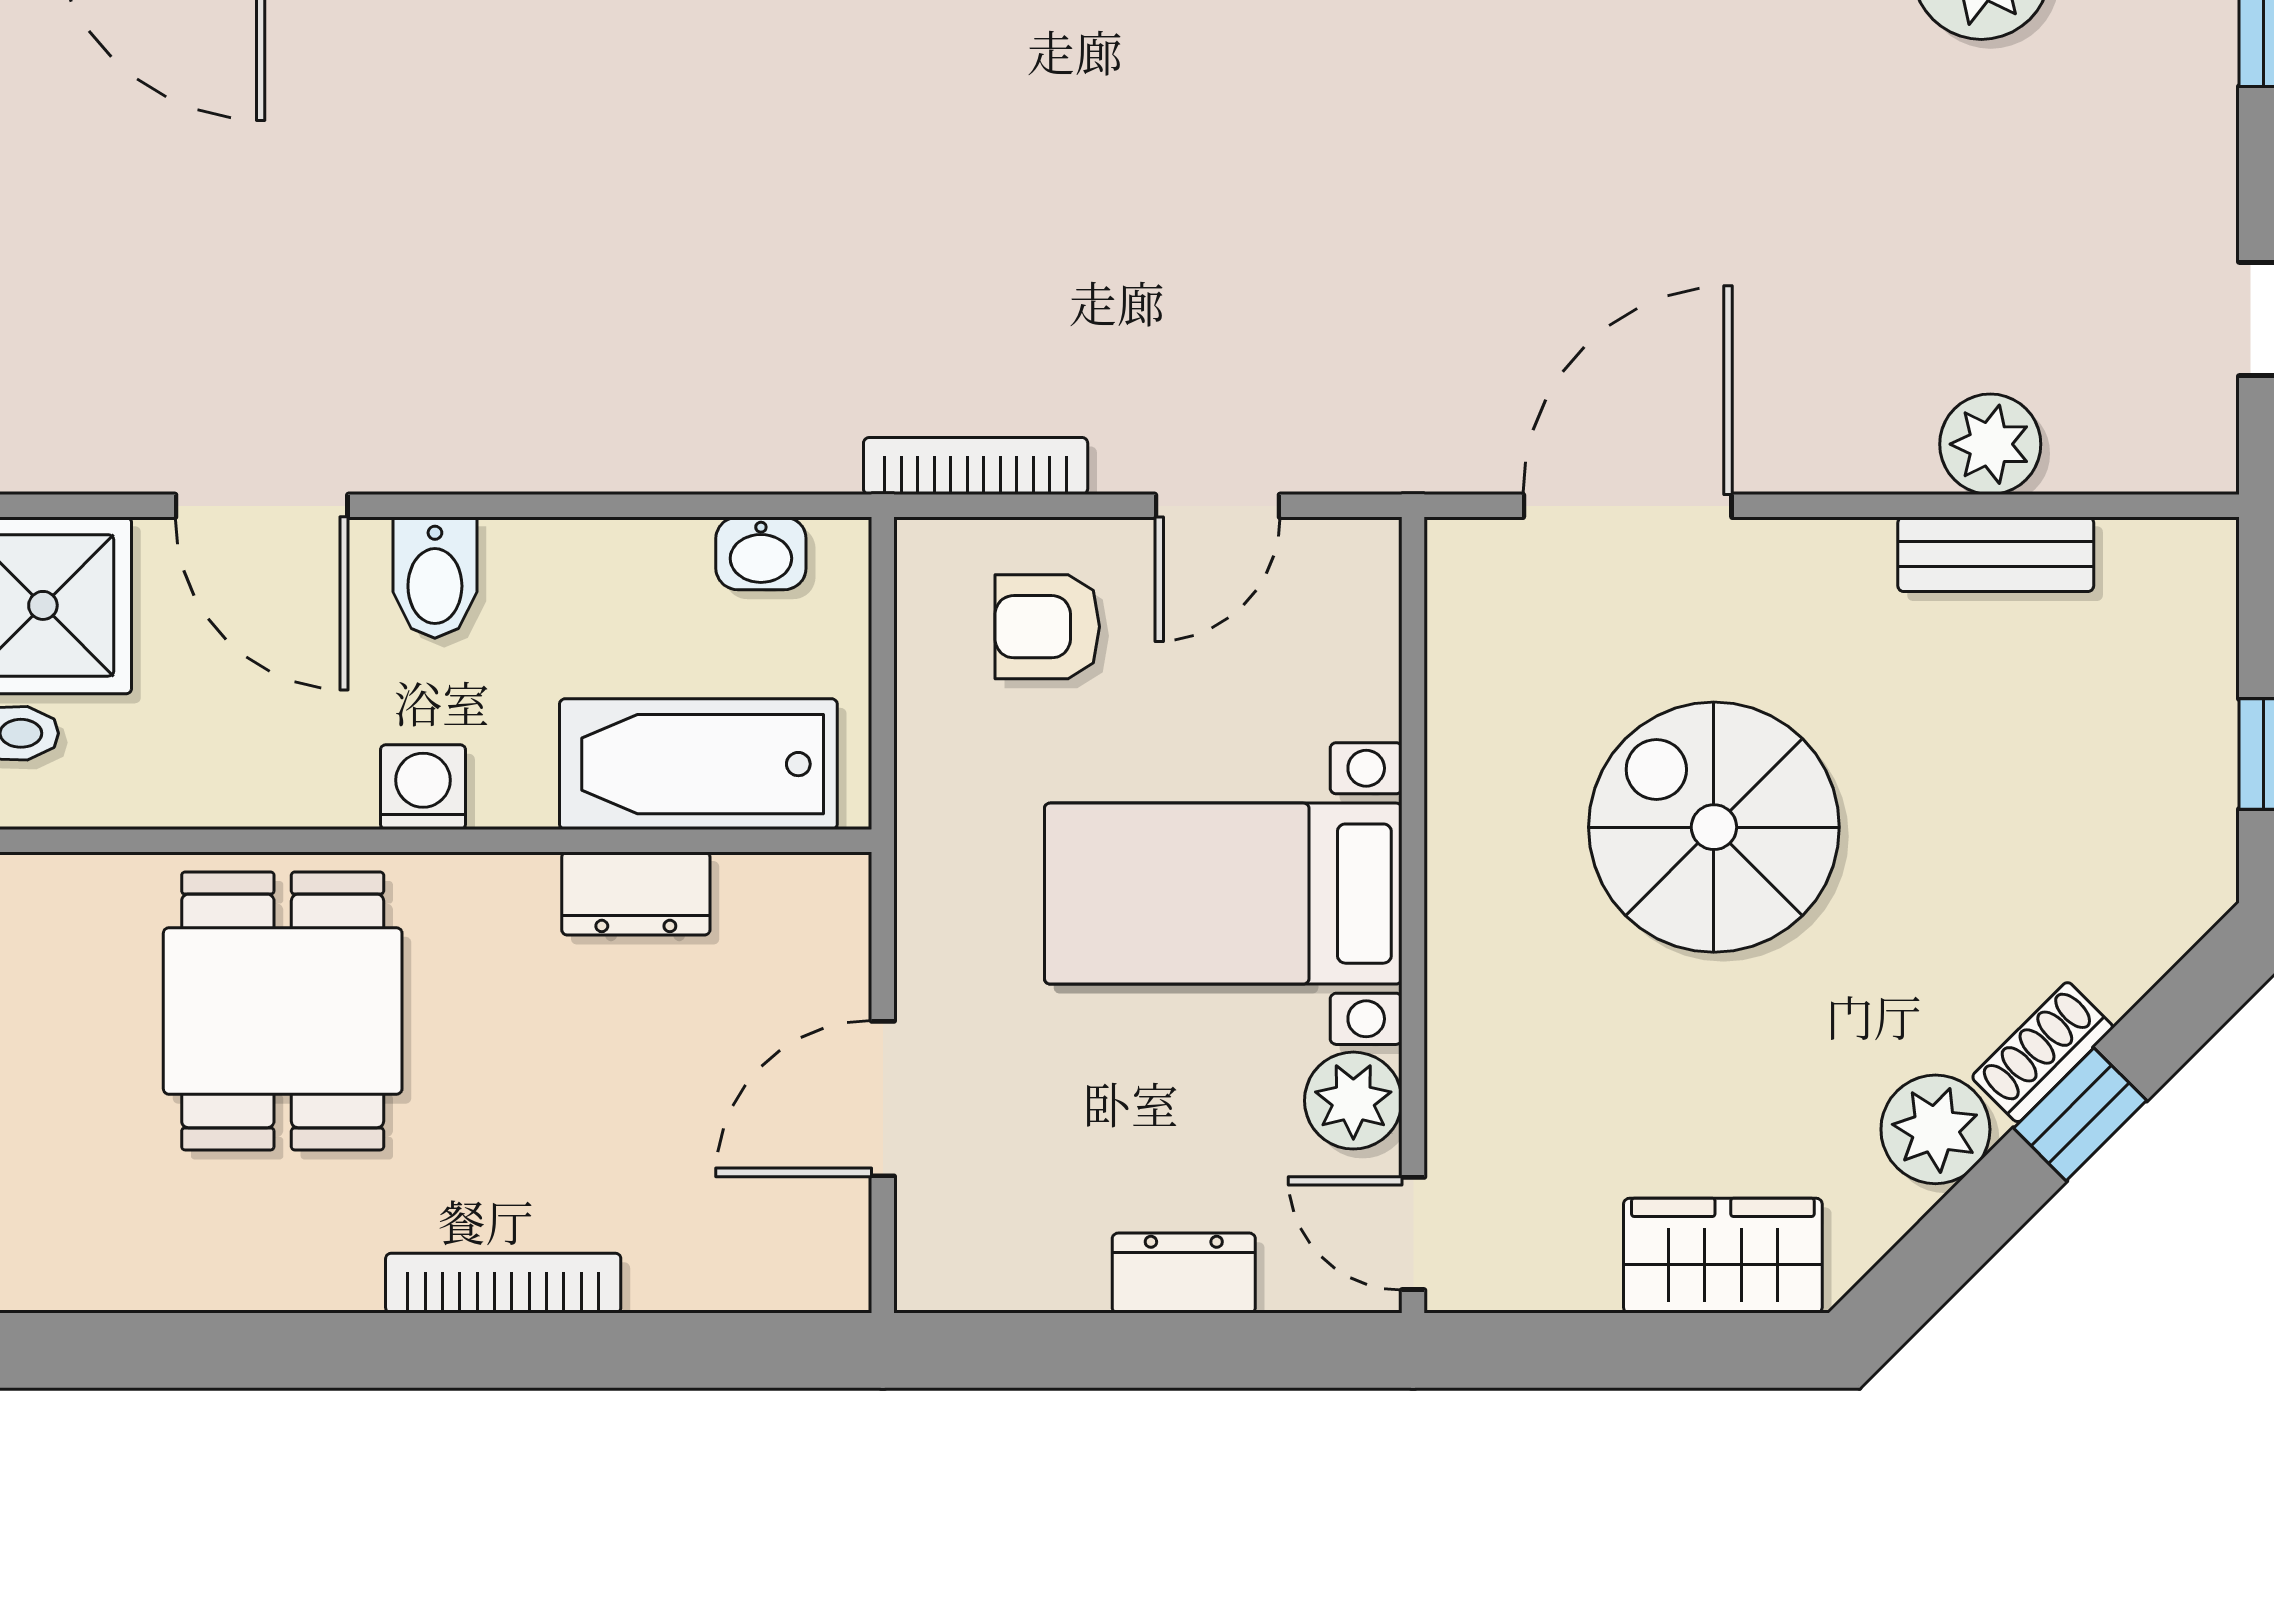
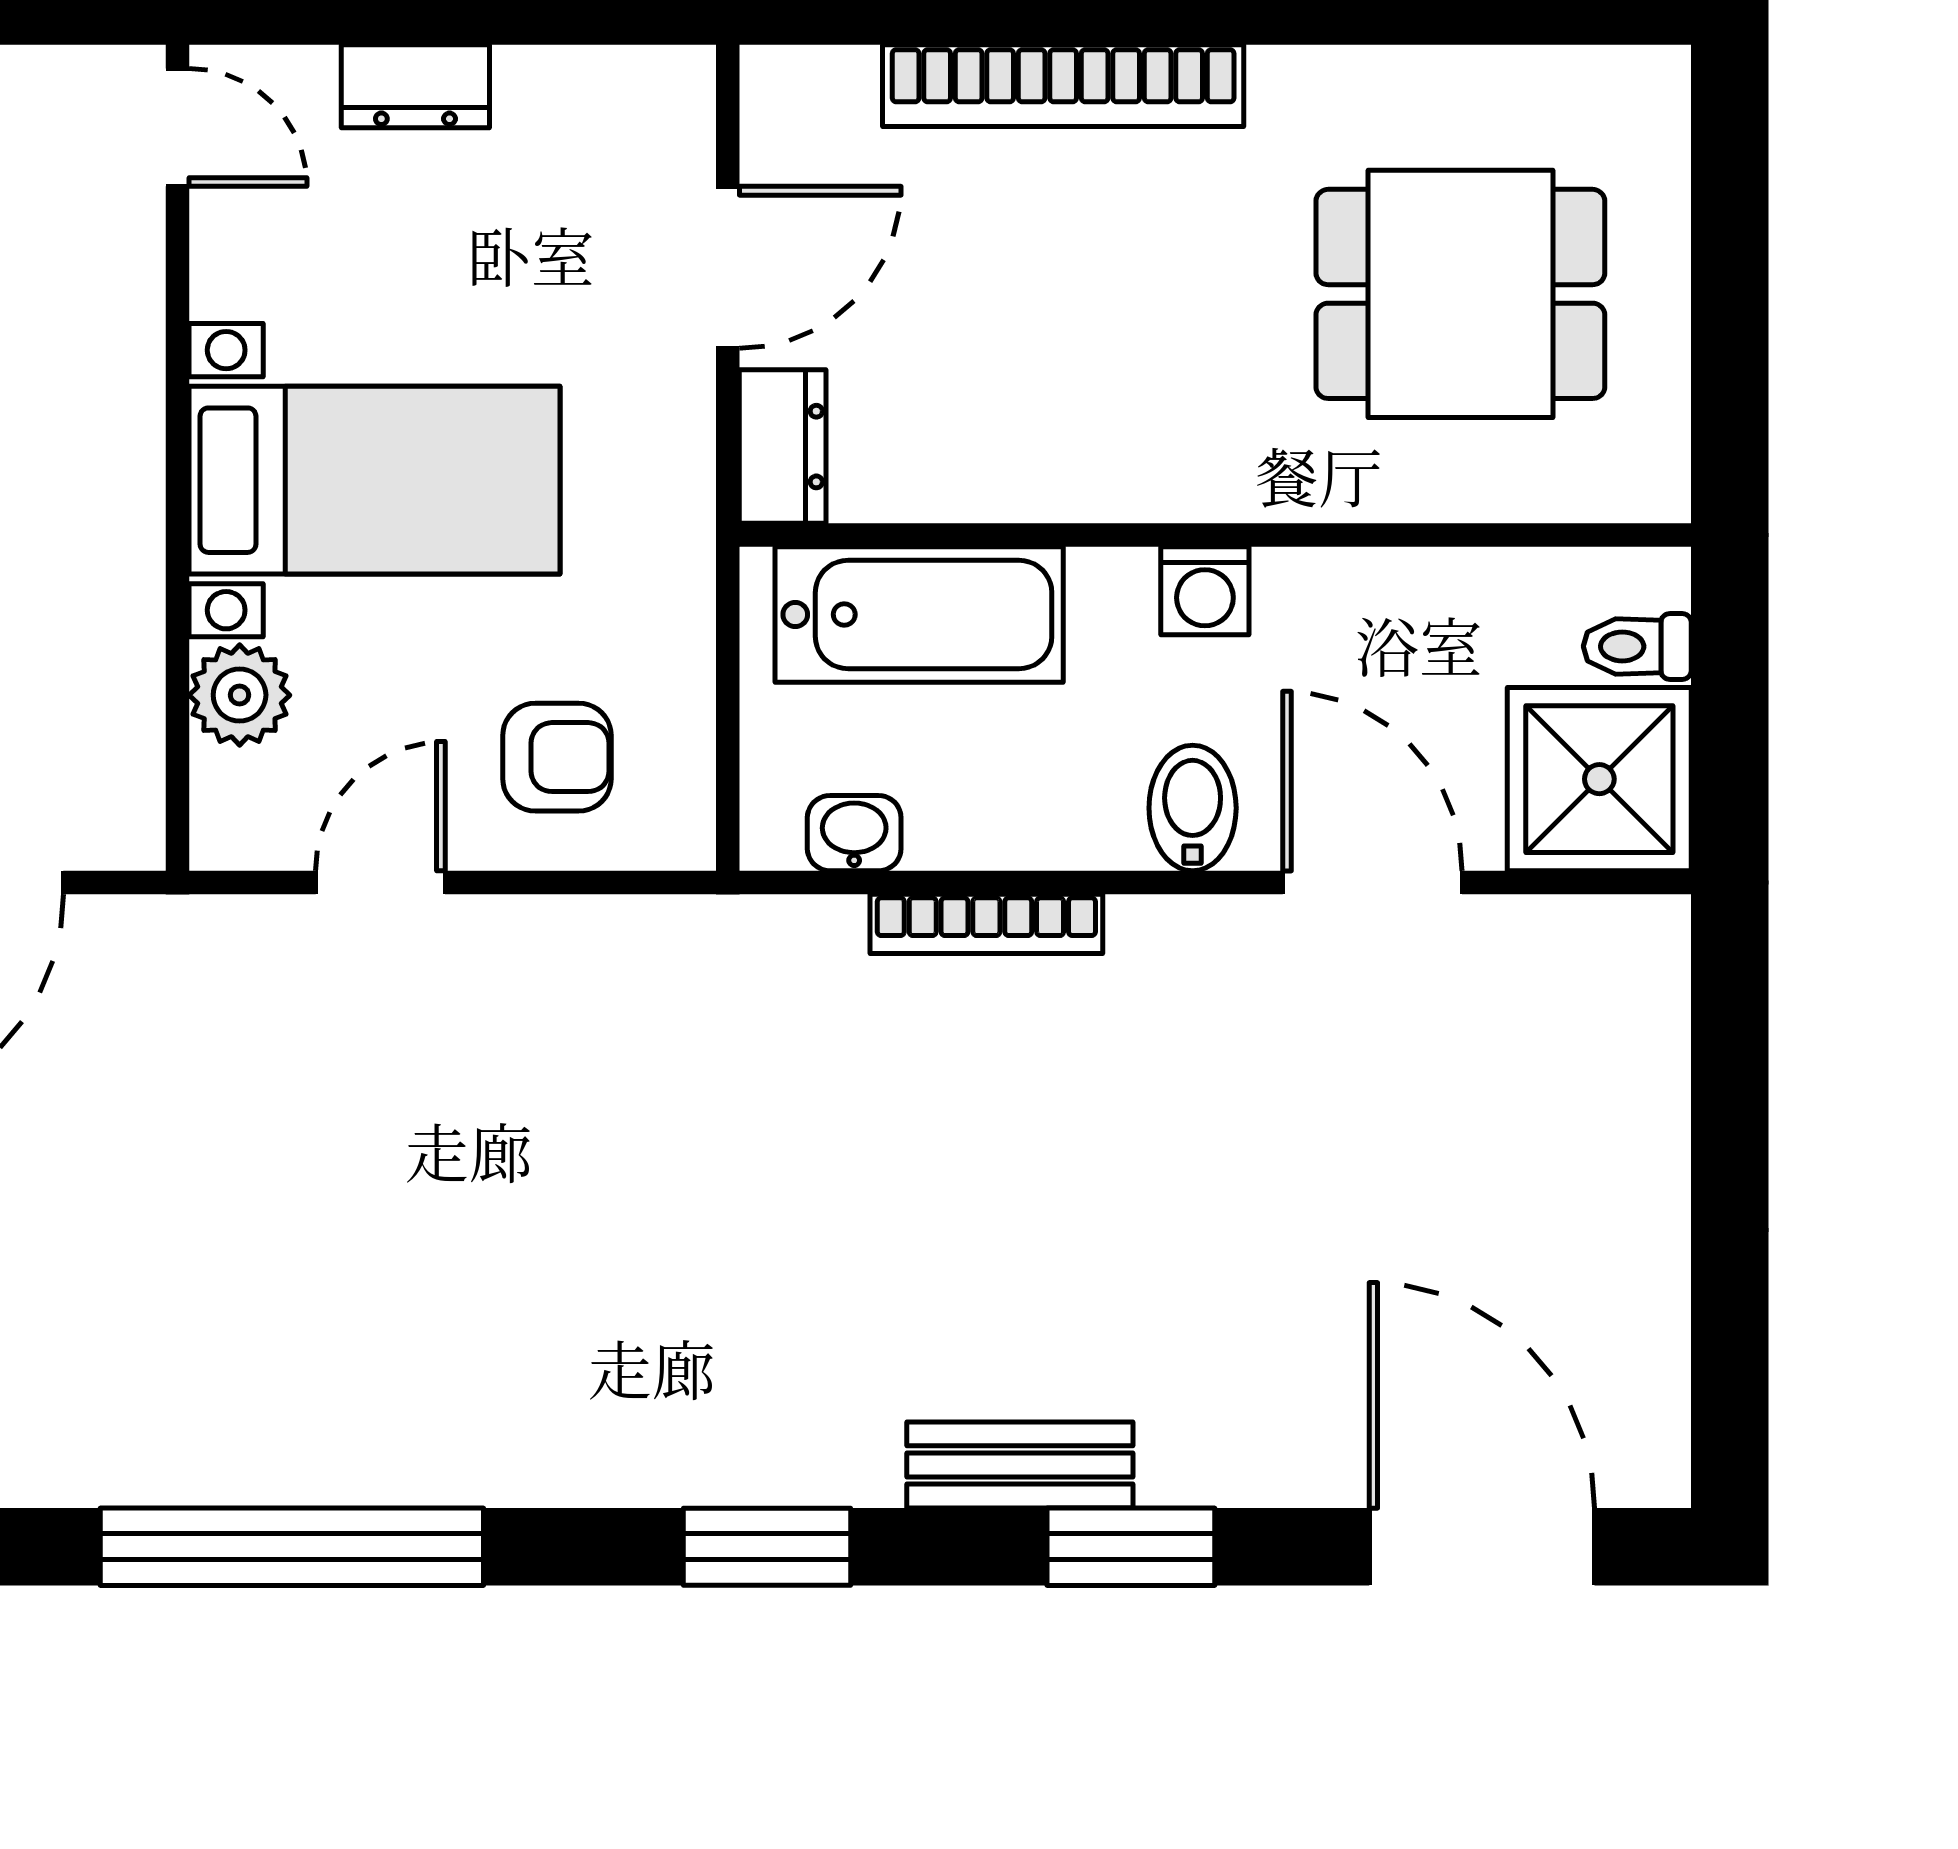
bookcase: (976, 466) -> (986, 924), moved
dresser: (636, 893) -> (783, 447), moved, turned 90
dining table: (283, 1011) -> (1460, 294), moved, turned 90
plant: (1353, 1101) -> (240, 695), moved
bookcase: (503, 1283) -> (1063, 86), width x1.48, depth x1.31

